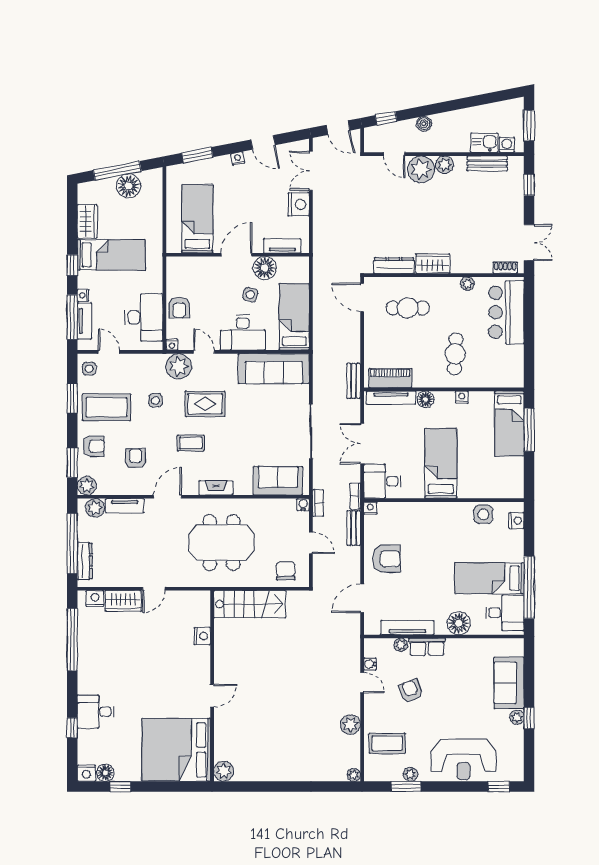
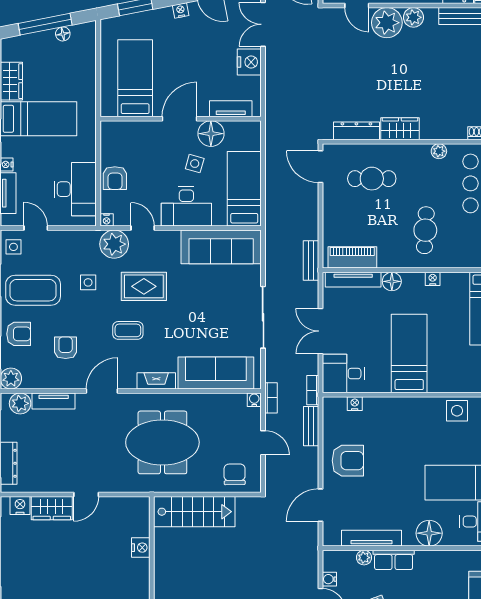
floor lamp: (128, 186) -> (63, 34), width x0.53, depth x0.53
sofa: (278, 481) -> (216, 373), width x1.36
nightstand: (370, 508) -> (355, 404), moved

